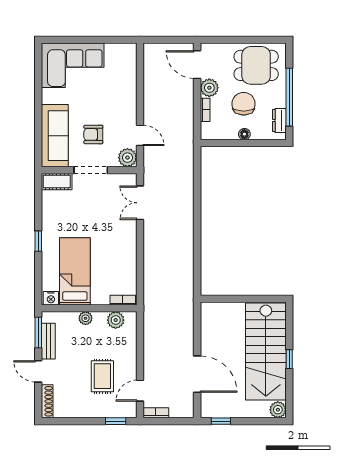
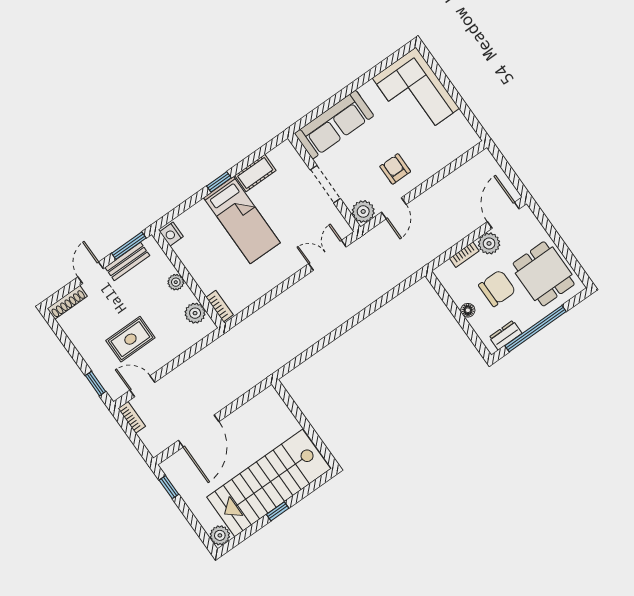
armchair: (93, 134) -> (395, 169), moved
cot: (57, 182) -> (255, 173), moved, turned 90
bed: (75, 271) -> (242, 220), moved, turned 90

